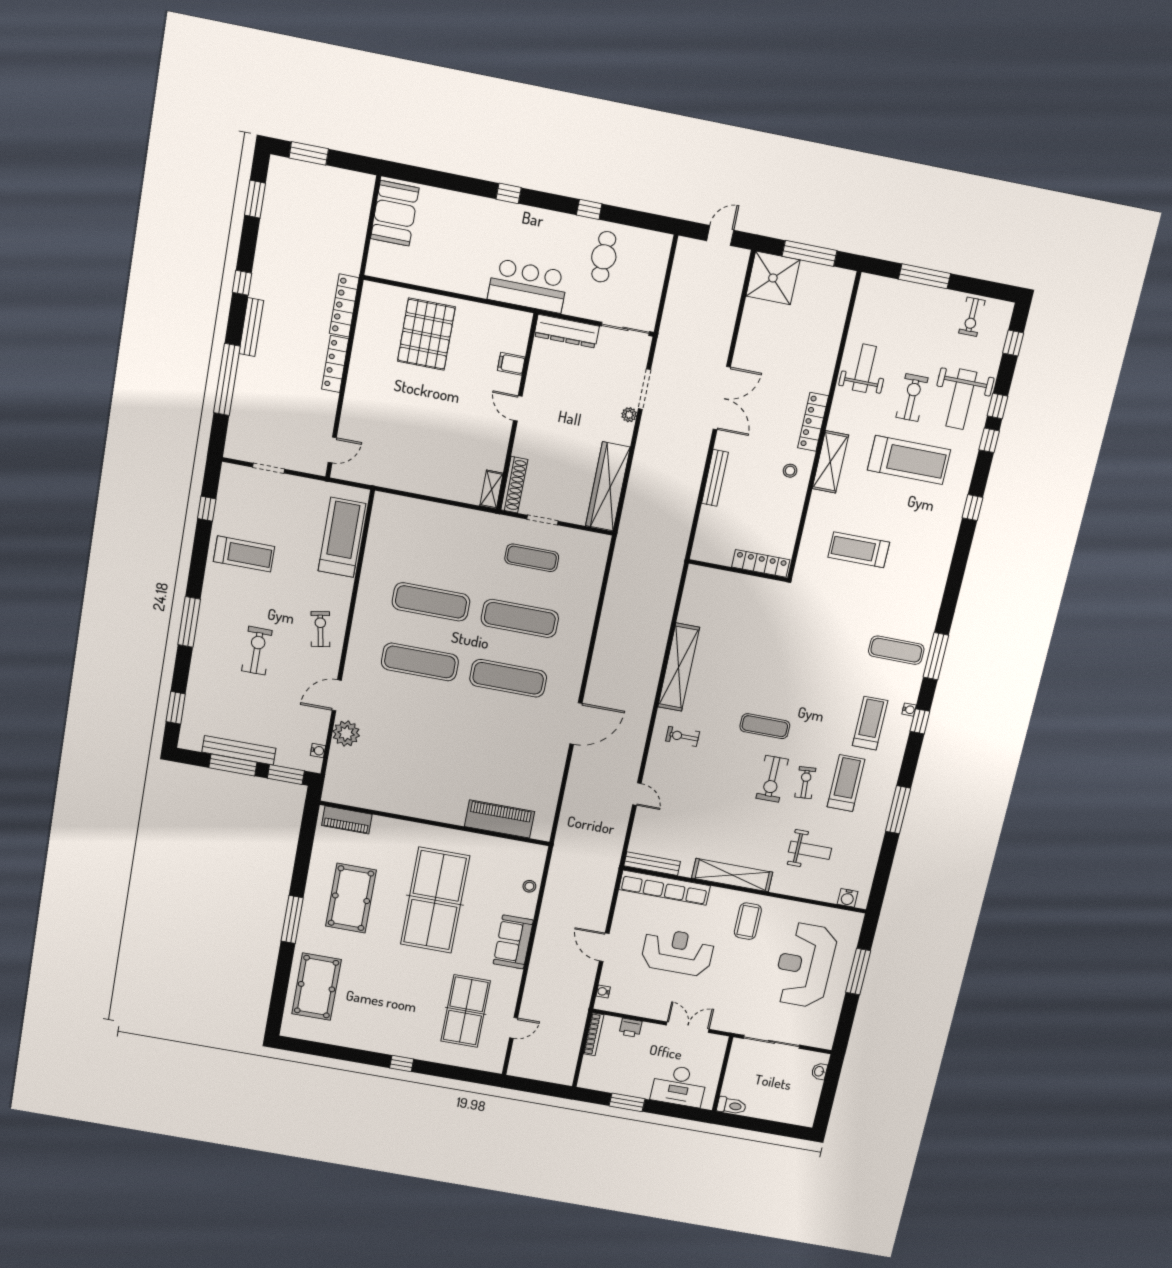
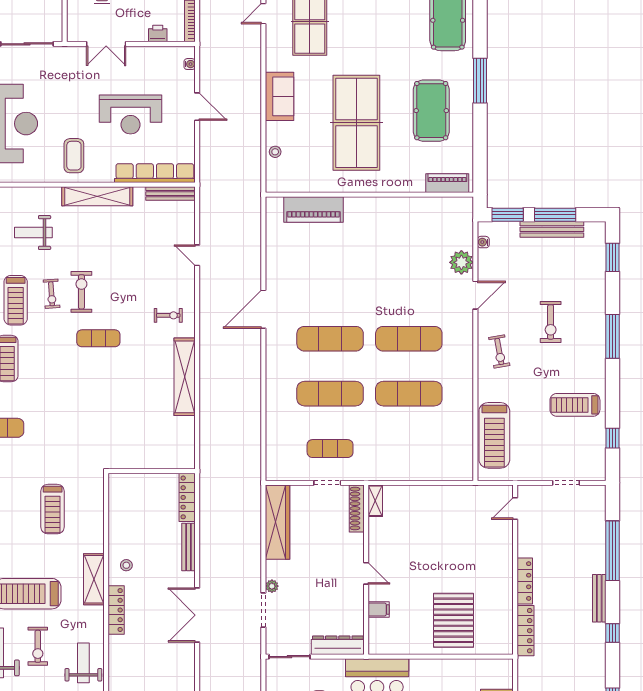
weight bench: (864, 368) -> (83, 663), turned 180
treadmill: (859, 550) -> (53, 509), turned 90
locker: (761, 563) -> (187, 497), moved, turned 90

